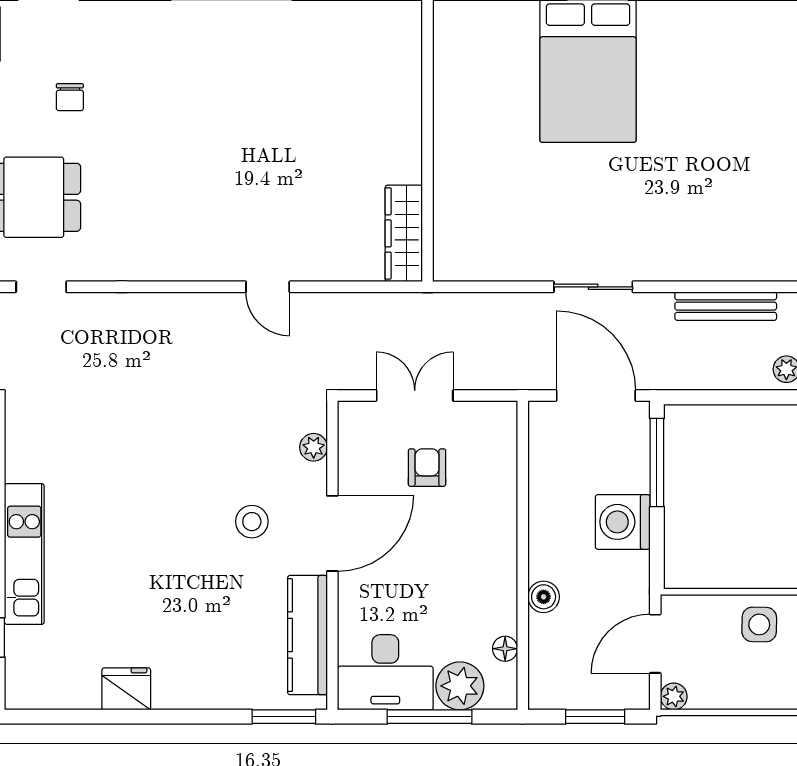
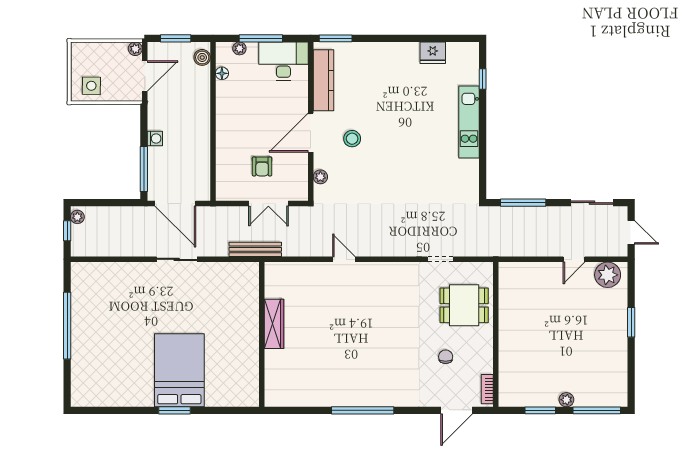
wardrobe: (404, 233) -> (274, 324), moved
doorway: (41, 287) -> (440, 259), moved
bench: (726, 306) -> (255, 249), moved
washing machine: (623, 522) -> (155, 138), width x0.53, depth x0.53
boiler: (544, 597) -> (202, 57), moved
plant: (460, 686) -> (239, 48), width x0.53, depth x0.53
fridge: (126, 689) -> (433, 53), moved

